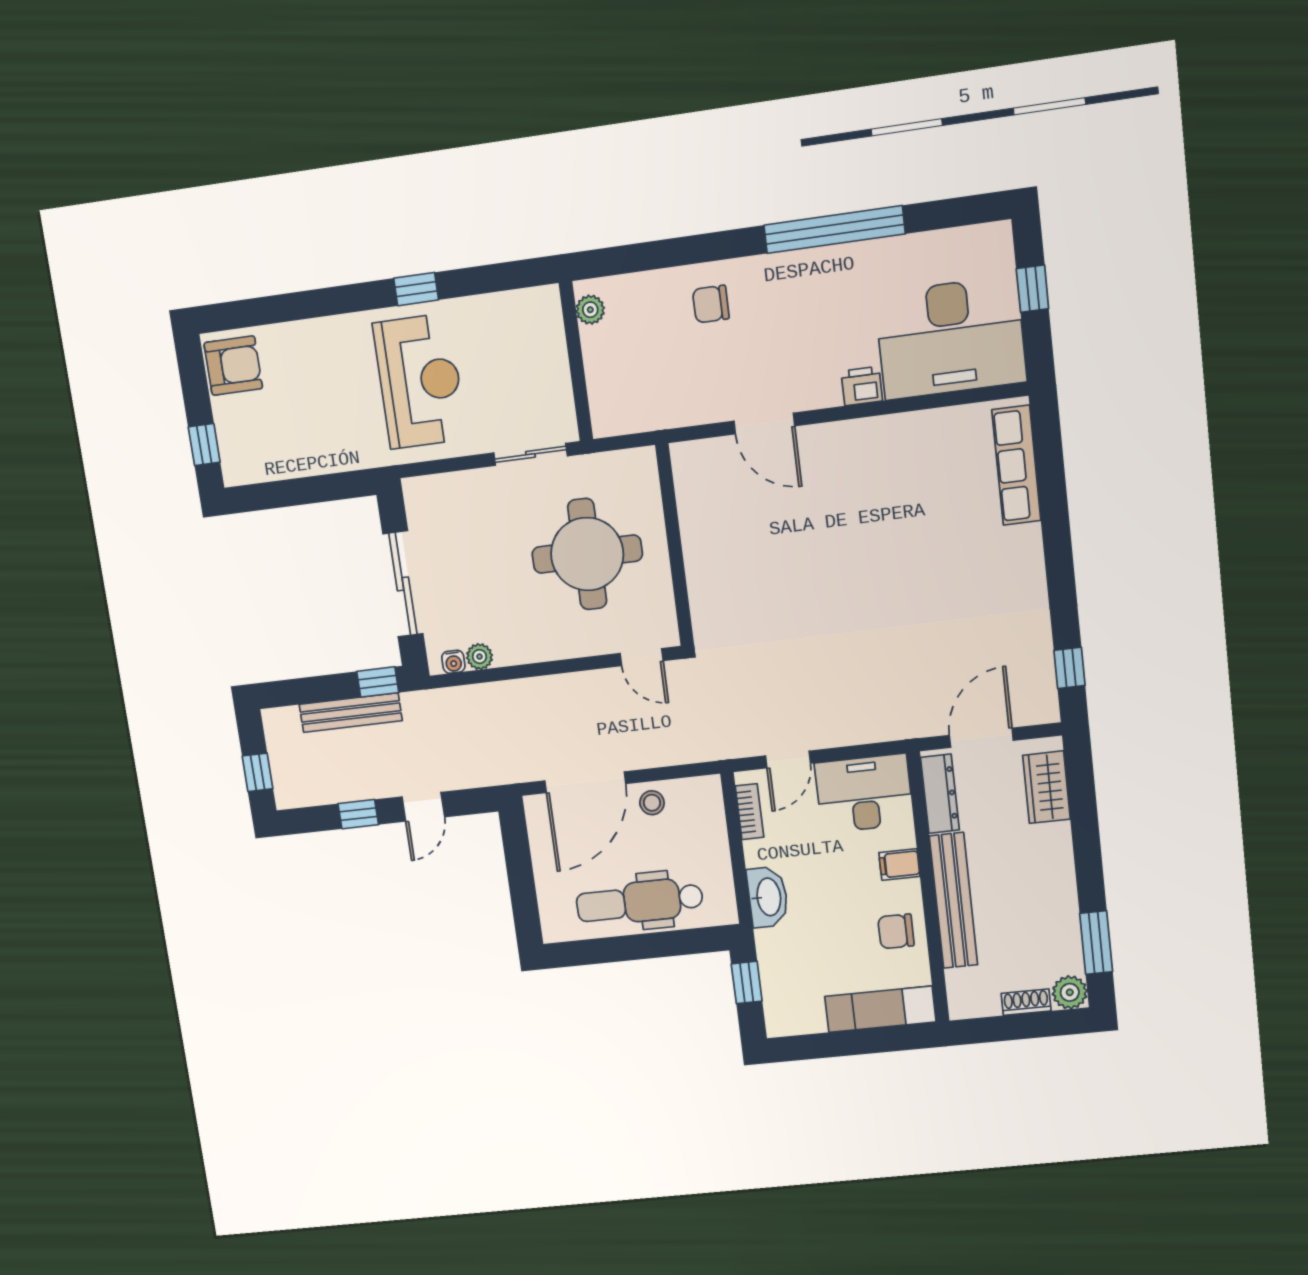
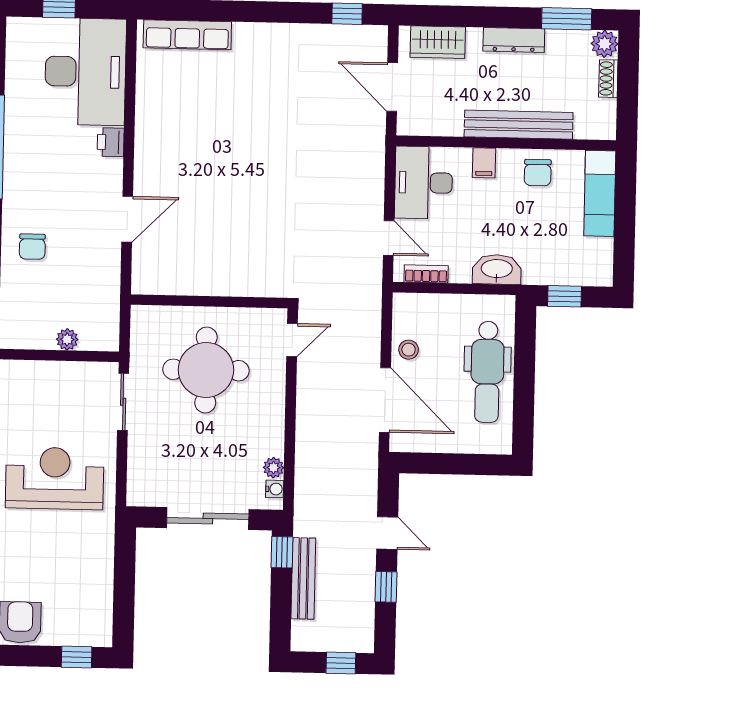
plant: (590, 310) -> (67, 339), moved
dresser: (940, 794) -> (514, 40), moved, turned 180

